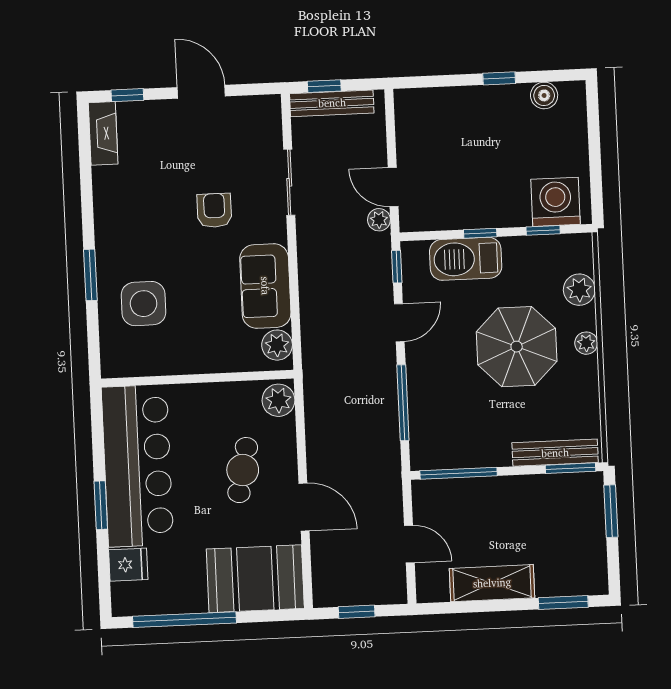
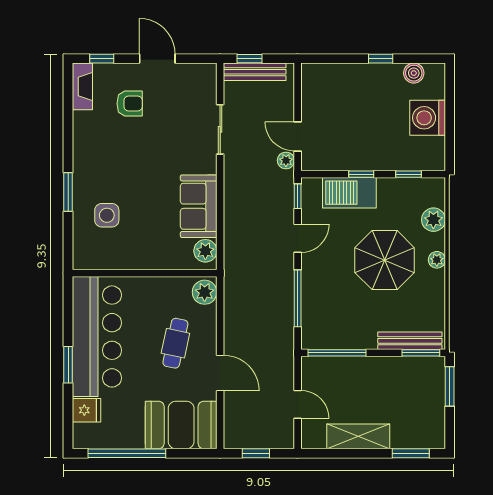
washing machine: (555, 202) -> (428, 118), moved, turned -90
armchair: (214, 210) -> (130, 104), moved, turned 90
side table: (144, 304) -> (107, 215), width x0.73, depth x0.73

